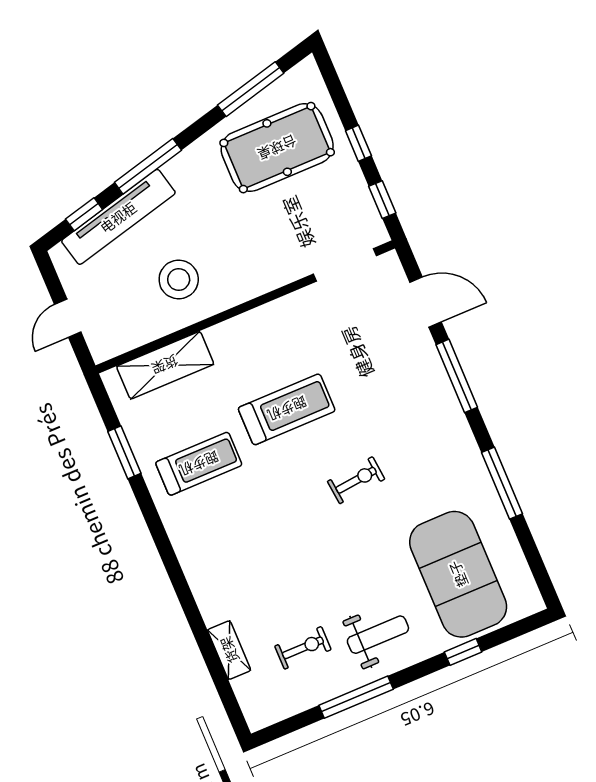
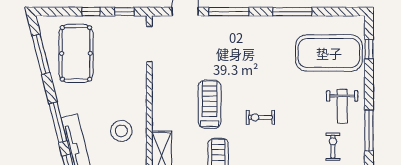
exercise bike: (356, 480) -> (260, 117), moved, turned -84
weight bench: (378, 635) -> (342, 106), turned 180
window: (463, 652) -> (369, 49), moved

